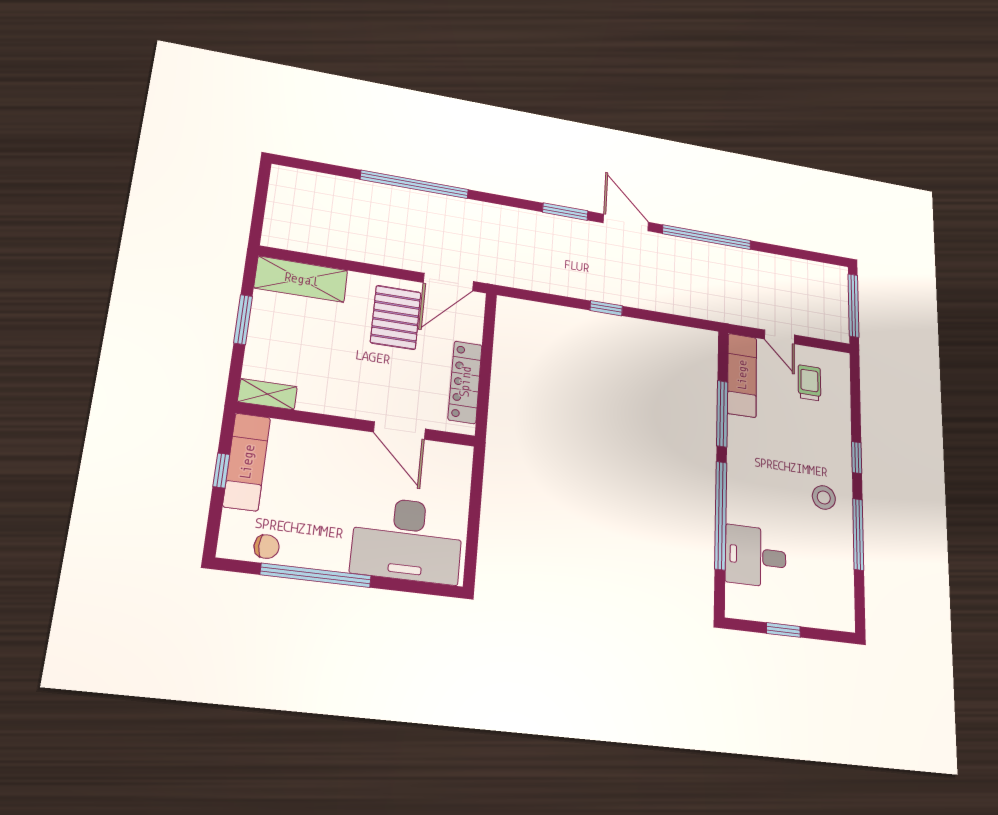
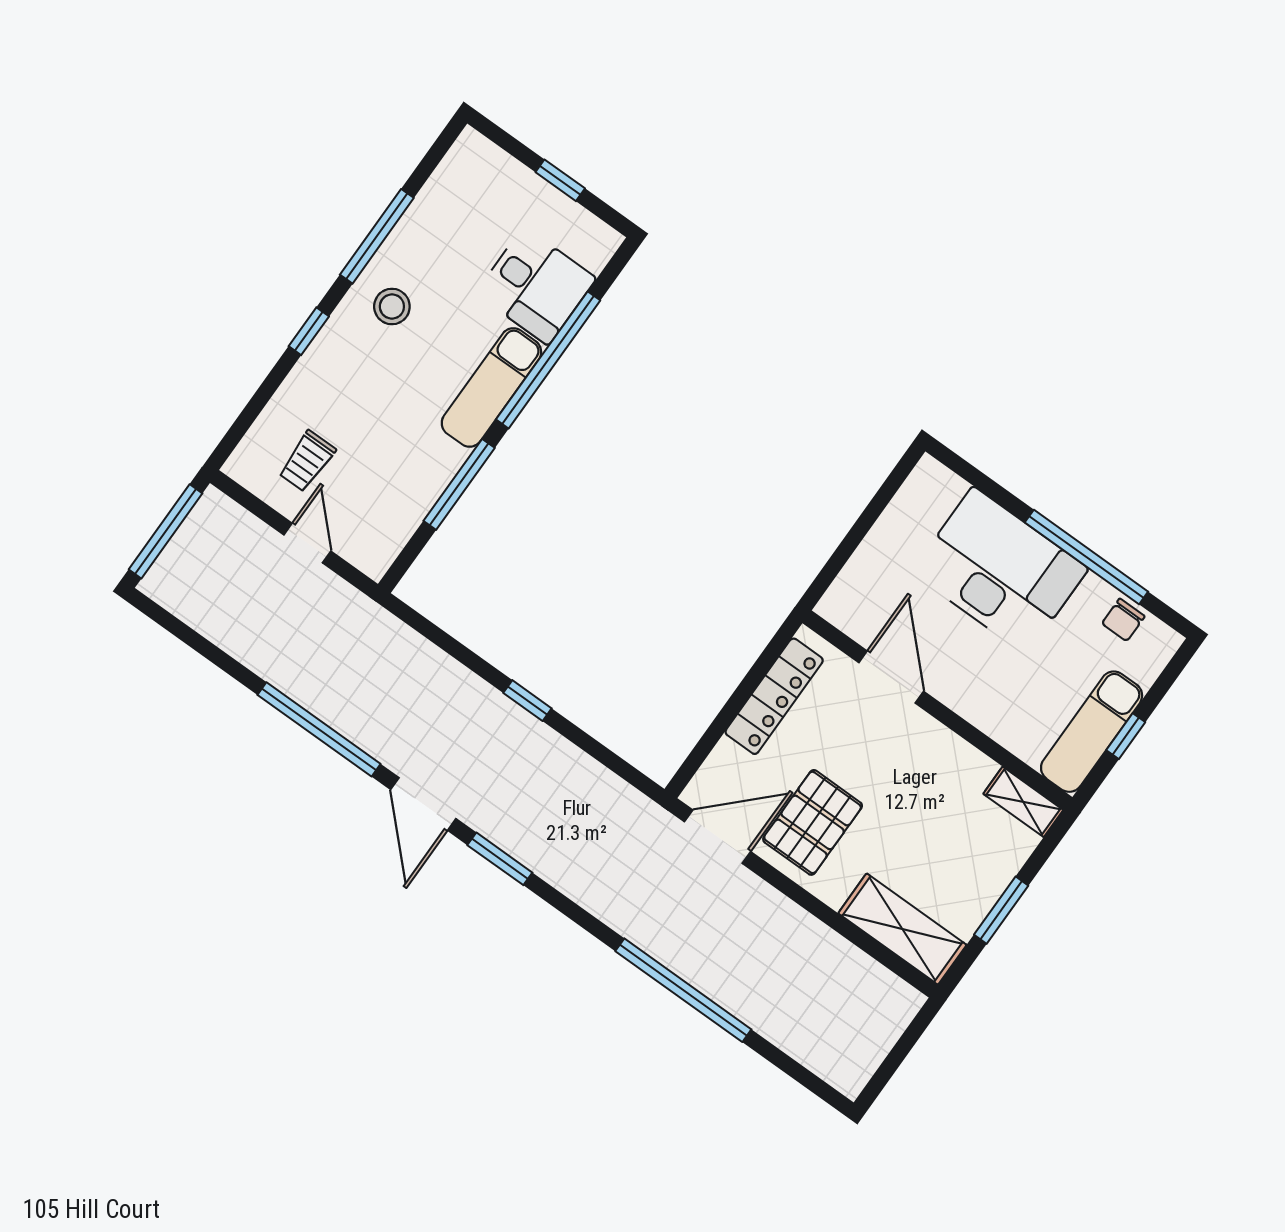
exam couch: (742, 375) -> (491, 387), moved
desk: (407, 540) -> (1000, 571), moved
chair: (267, 547) -> (1123, 620), turned -90

